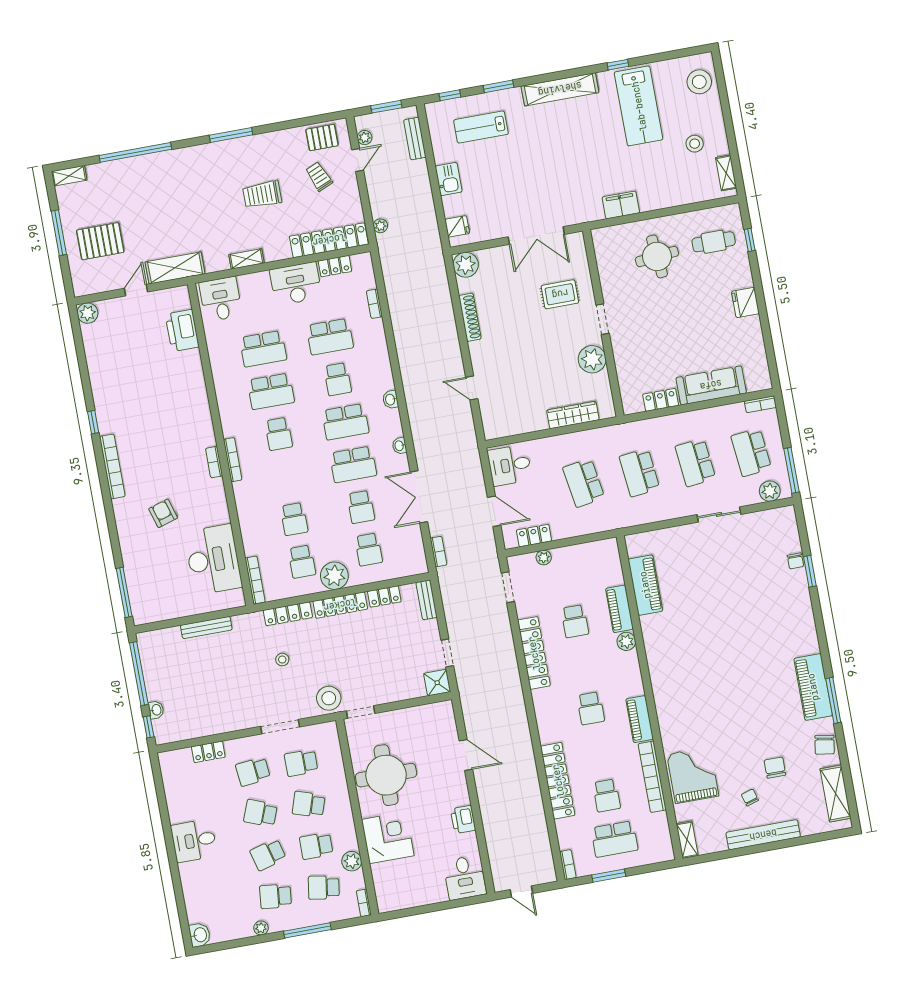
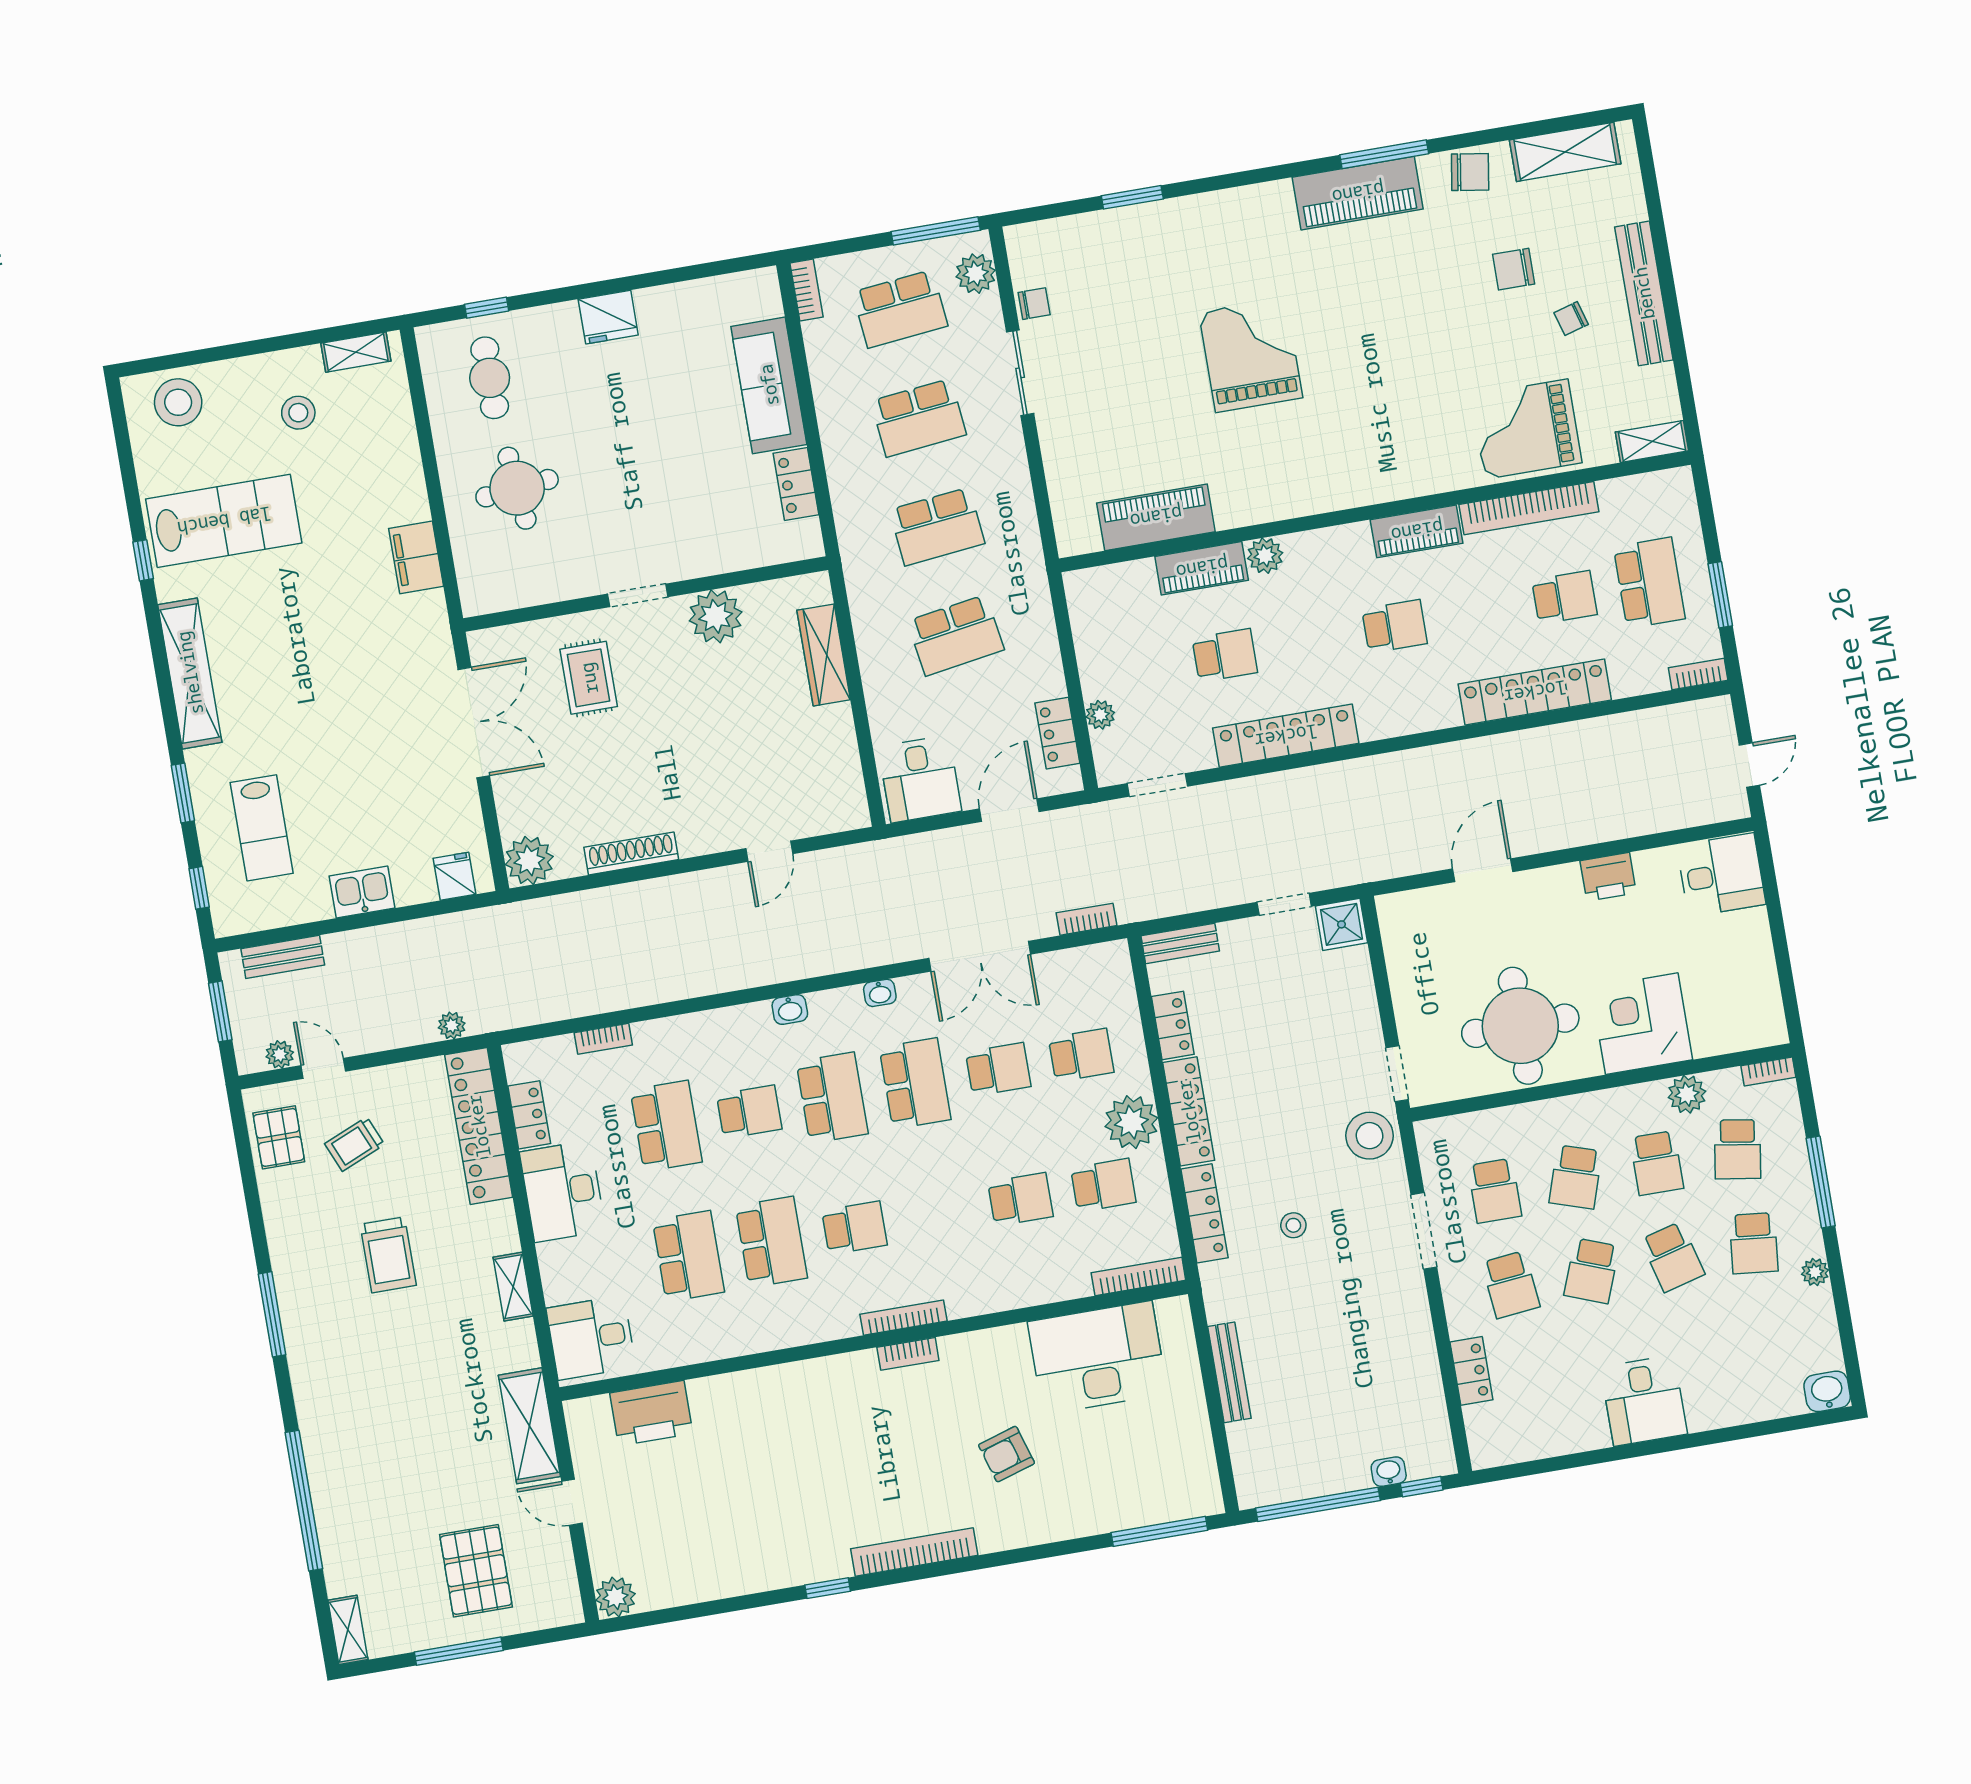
chair: (795, 561) -> (1034, 304), moved
grand piano: (729, 633) -> (1251, 355), added

